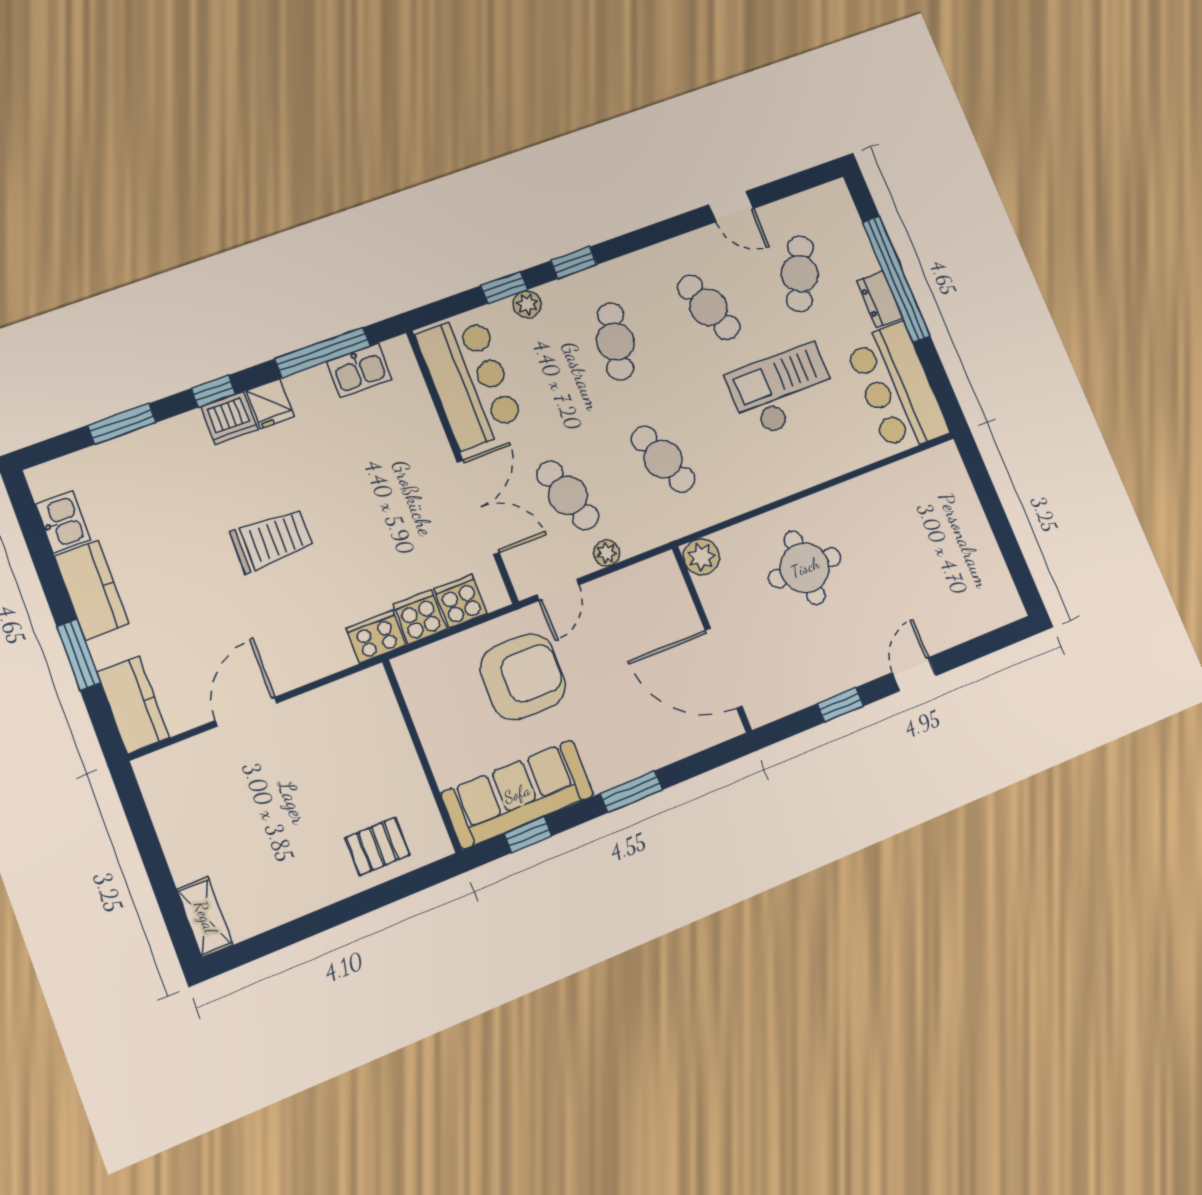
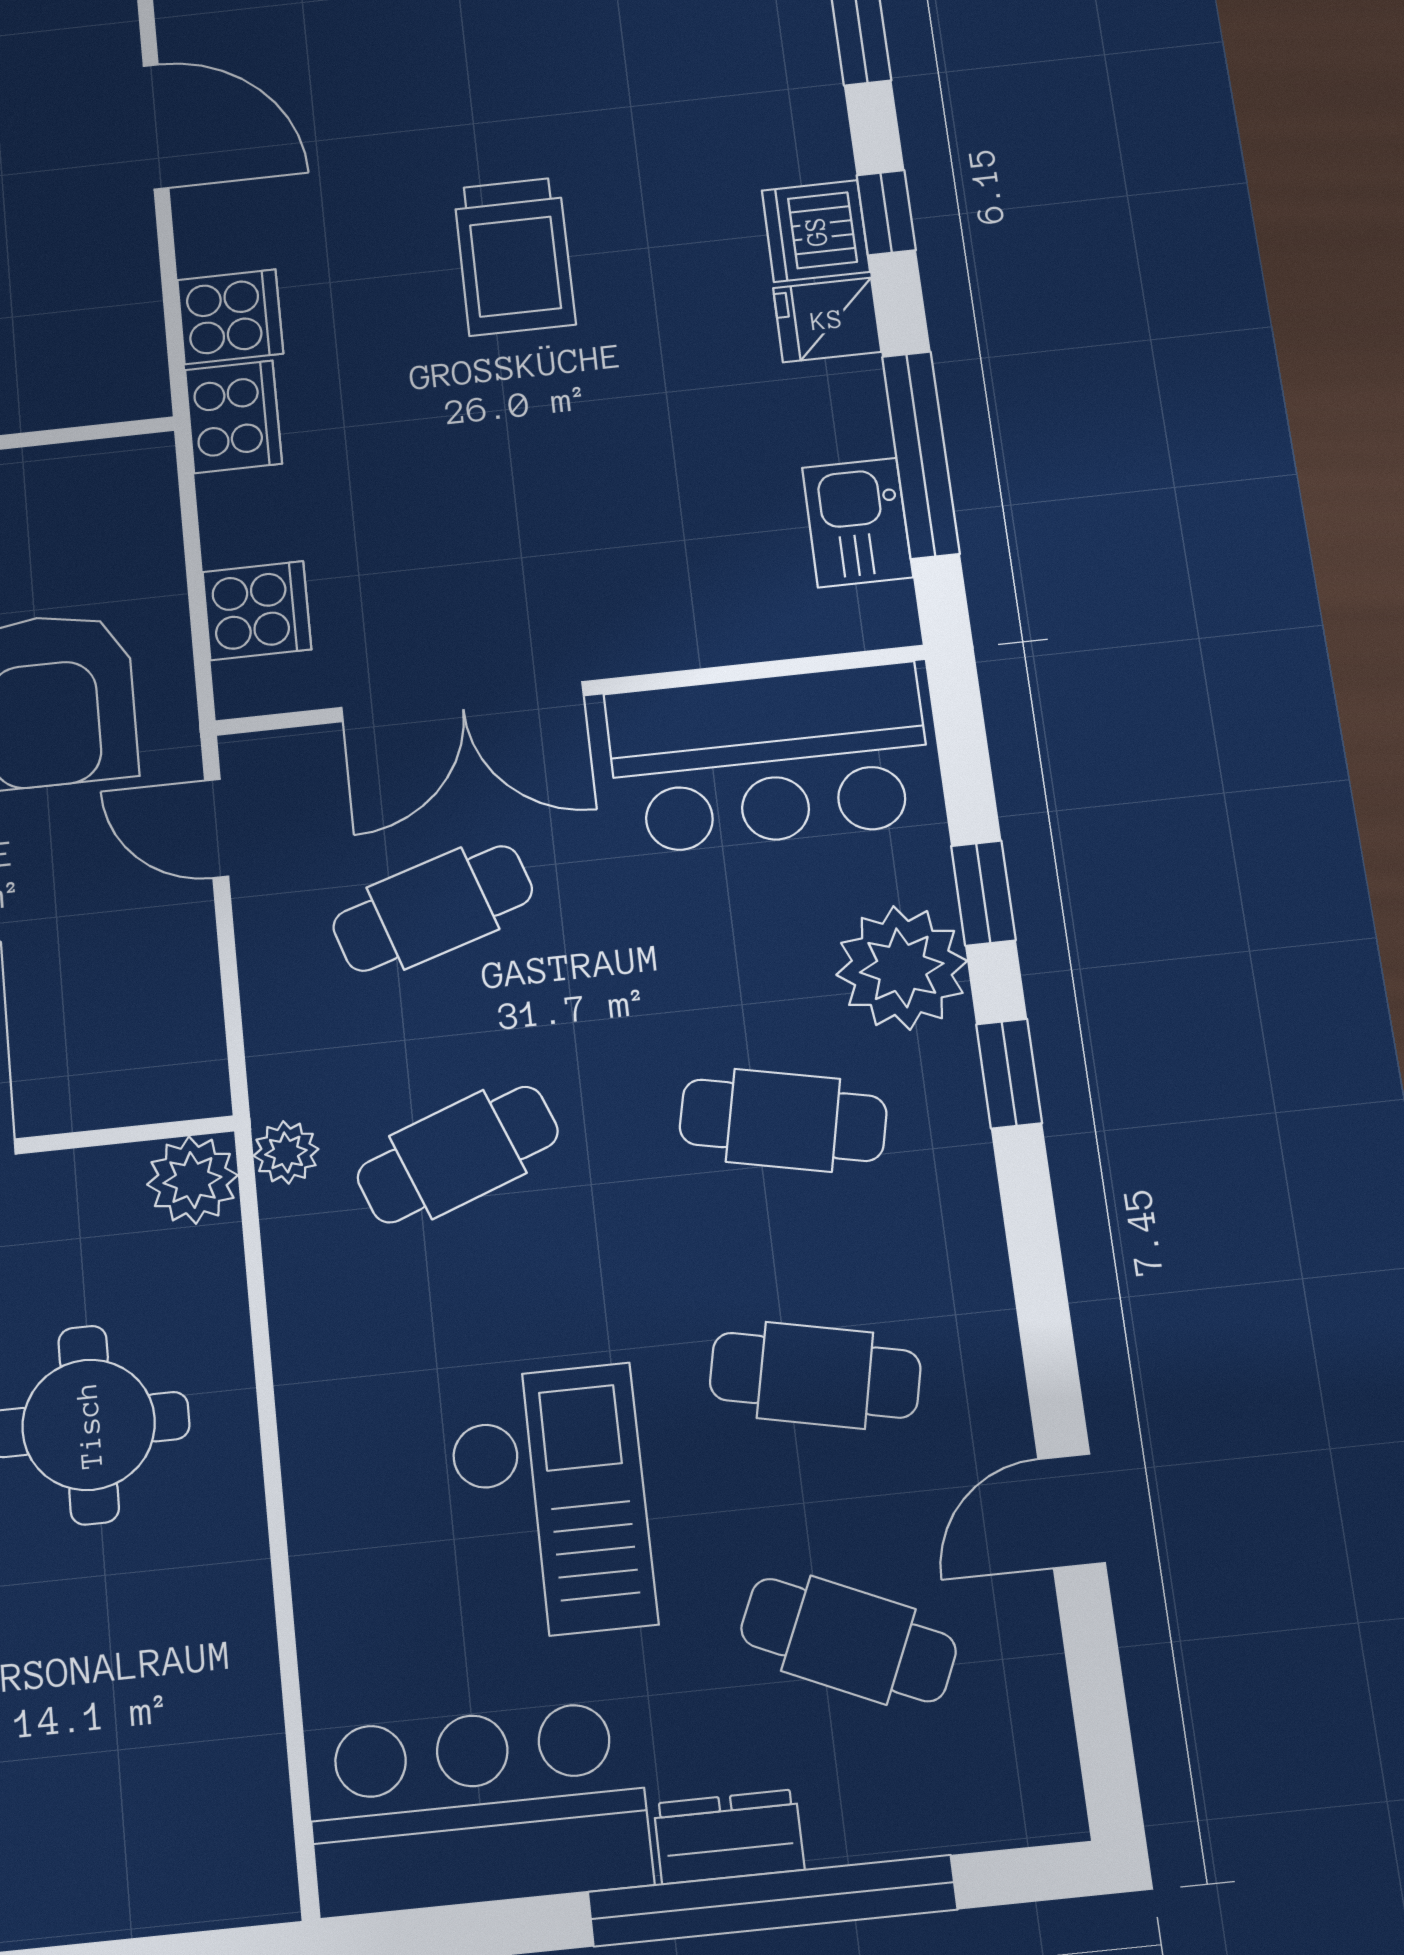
plant: (527, 304) -> (902, 968), width x1.88, depth x1.88
cafe table: (709, 307) -> (815, 1375), turned 33
plant: (607, 553) -> (286, 1152), moved
cooker: (420, 617) -> (230, 317), moved

